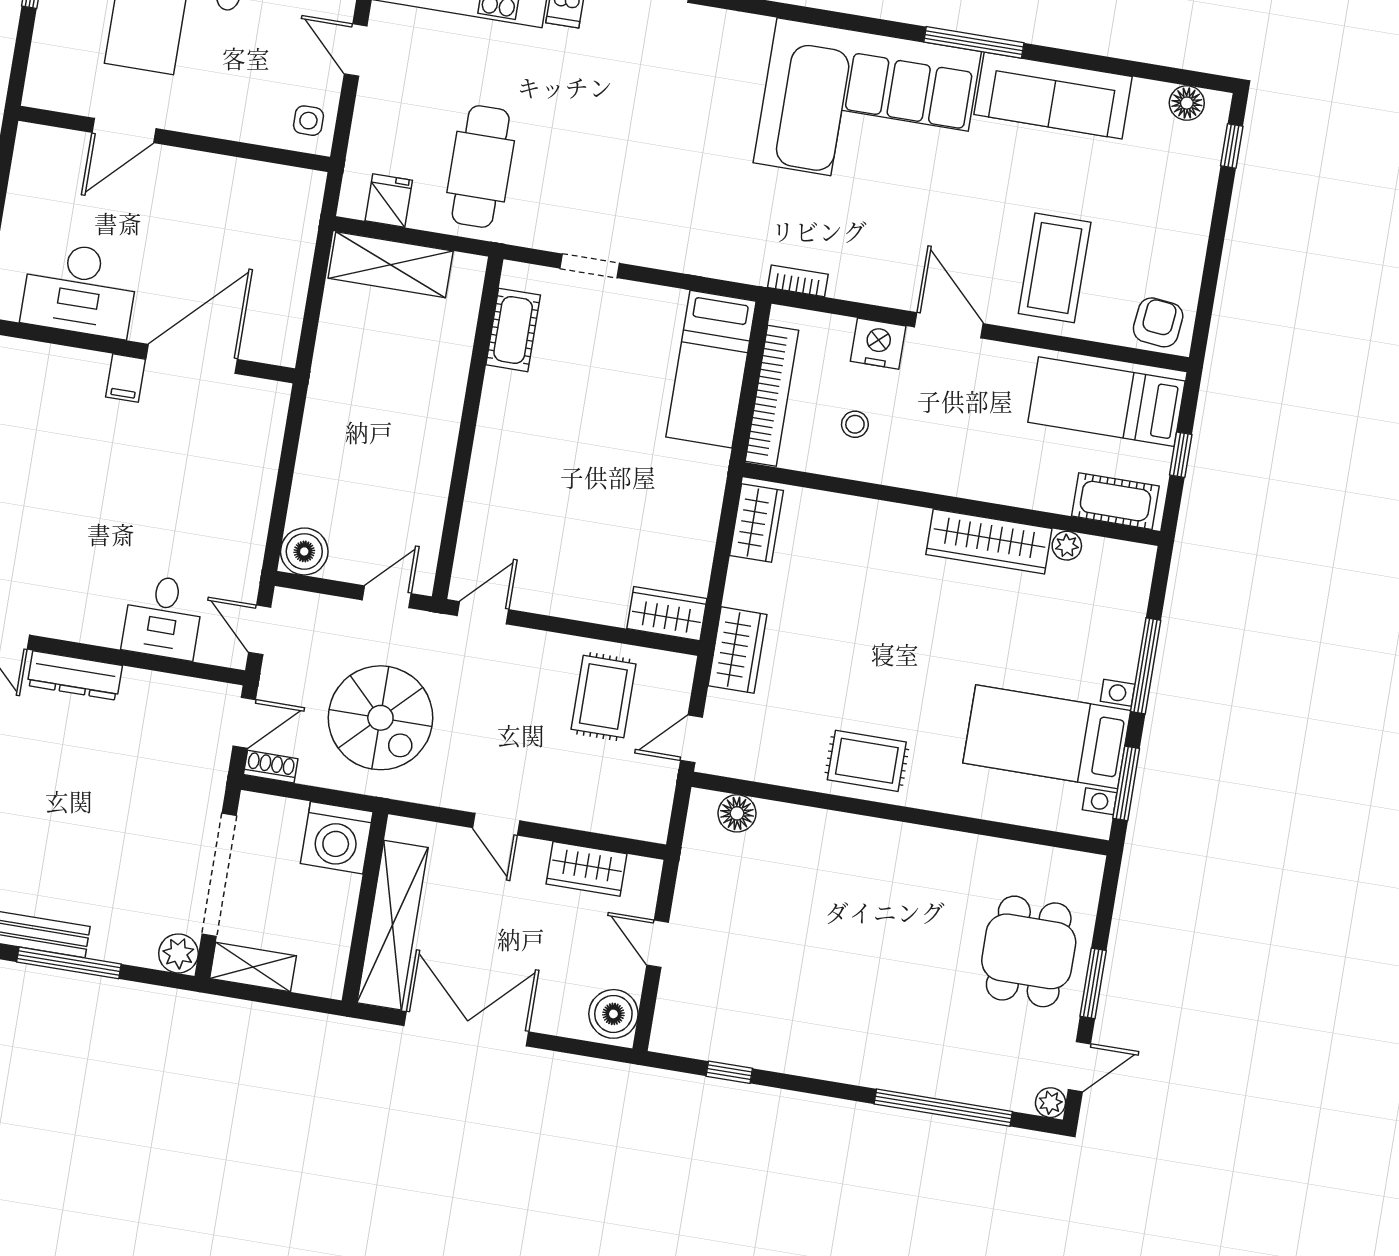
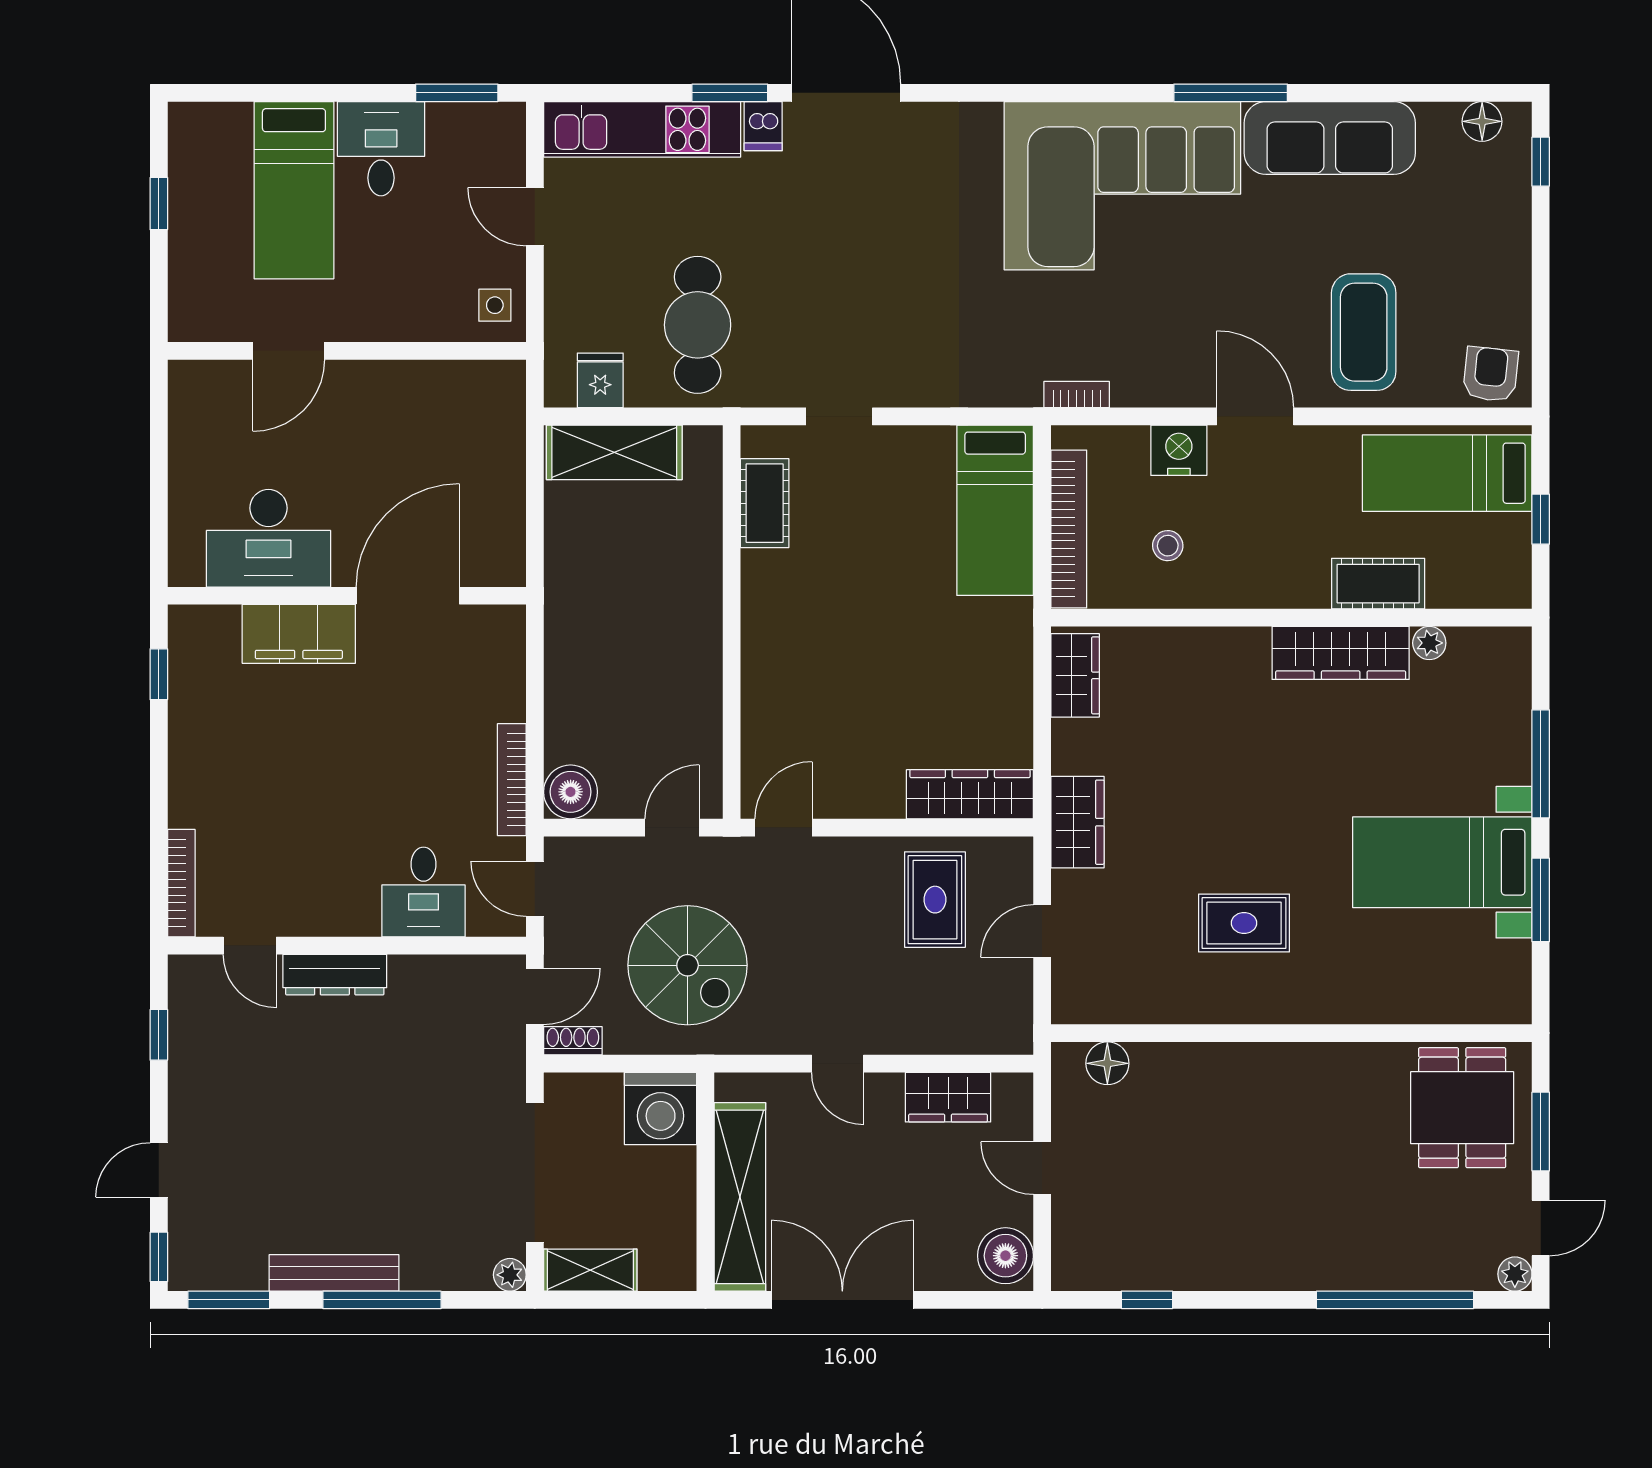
filing cabinet: (126, 378) -> (299, 634), width x3.00, depth x1.17
cot: (1115, 501) -> (1378, 584), moved
bookcase: (255, 532) -> (512, 780), added
wardrobe: (667, 614) -> (970, 794), width x1.50
floor lamp: (737, 813) -> (1107, 1063), moved
wall: (900, 814) -> (1291, 1033), moved
plant: (178, 953) -> (510, 1275), width x0.73, depth x0.73

